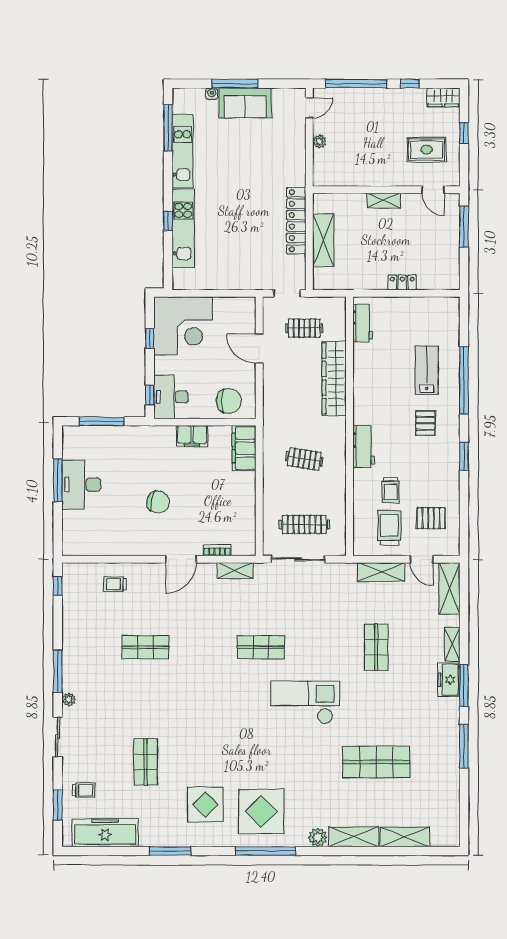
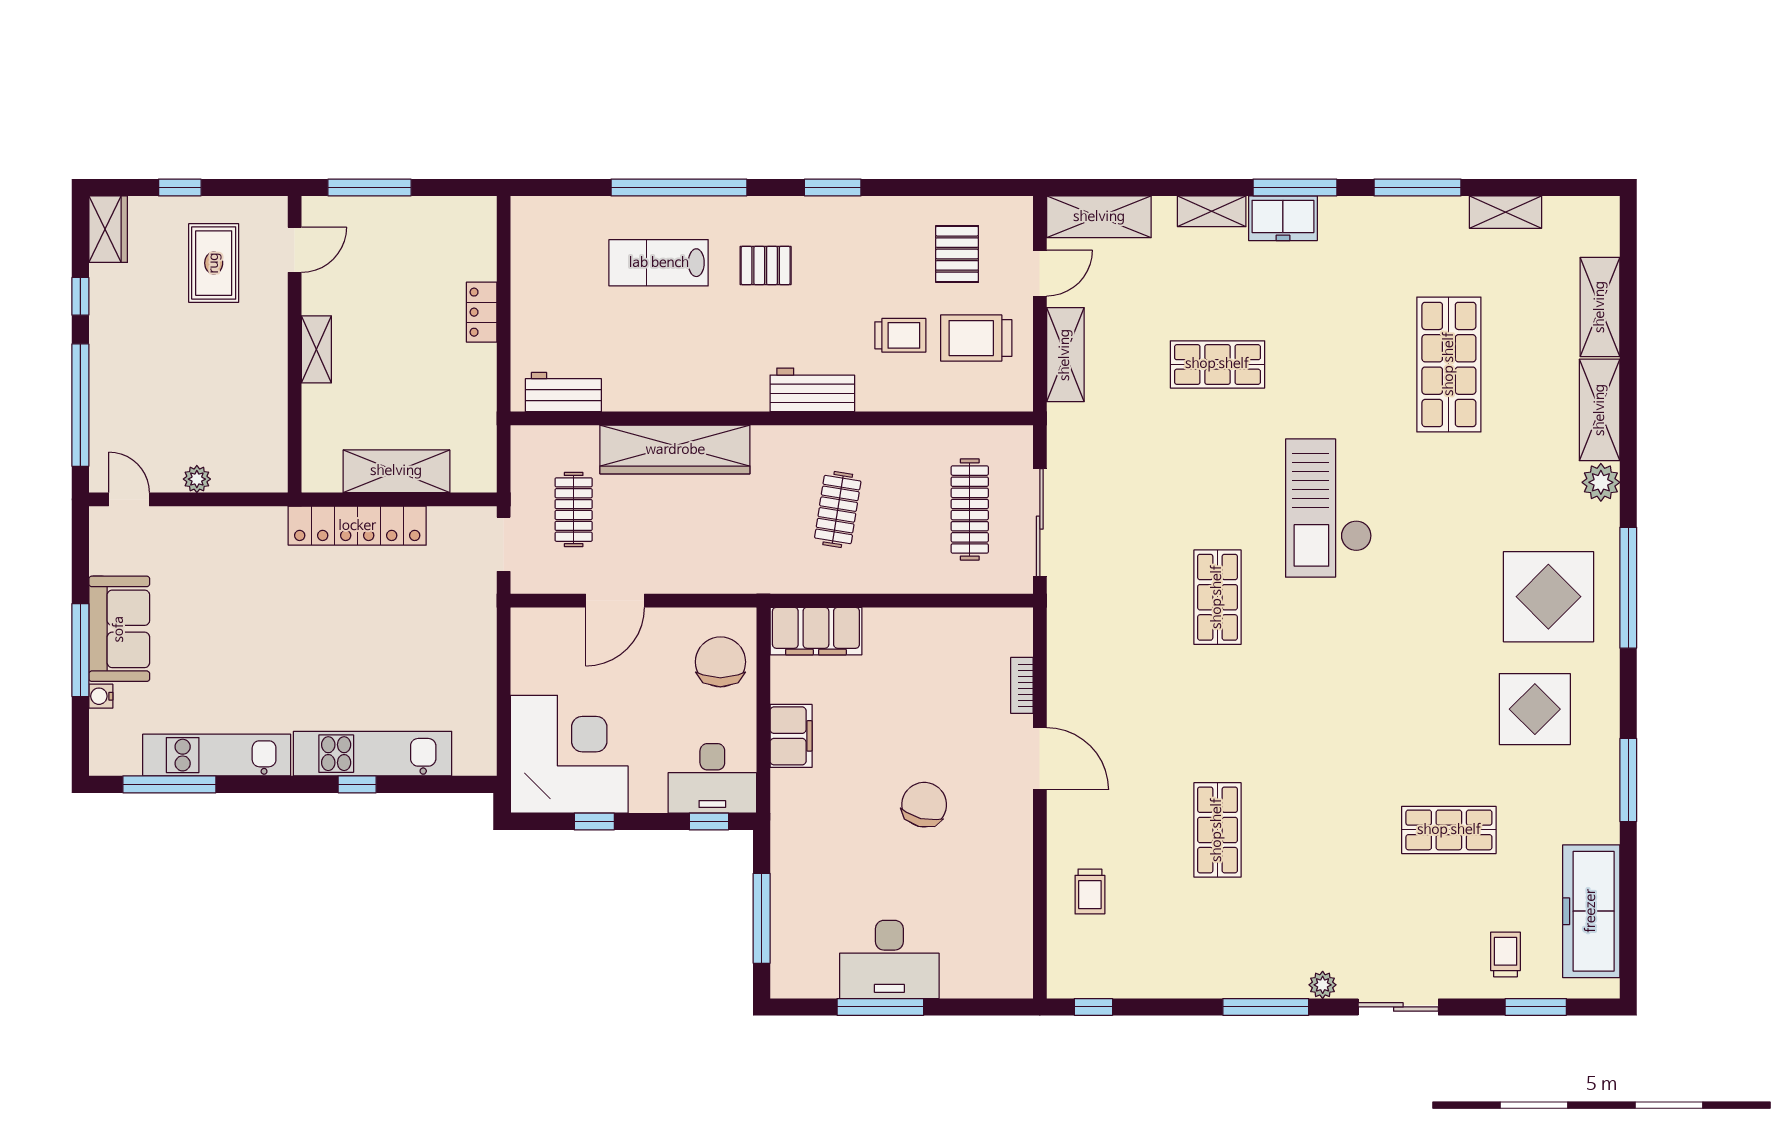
shelving: (235, 571) -> (1506, 212), moved, turned 90

